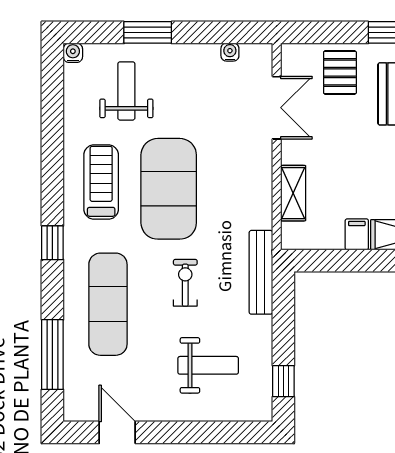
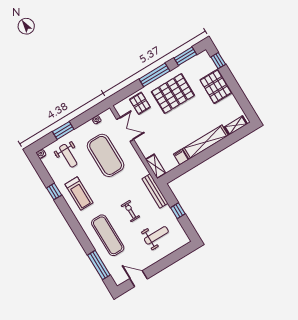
weight bench: (126, 91) -> (68, 156), turned 180
treadmill: (101, 182) -> (79, 193), turned 180
exercise mat: (169, 189) -> (106, 155), moved
shelving: (293, 193) -> (156, 166), moved
window: (52, 243) -> (54, 191), moved
window: (283, 381) -> (178, 211), moved

